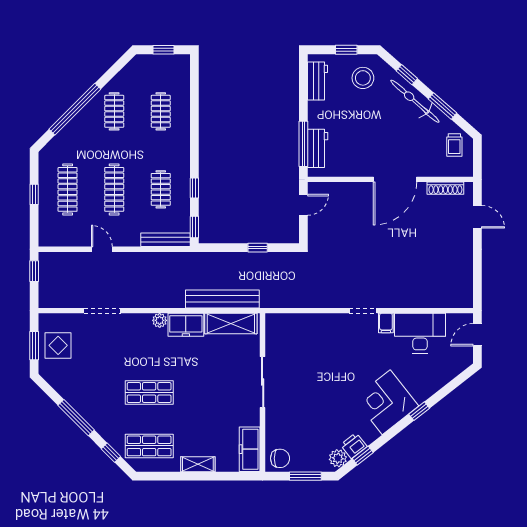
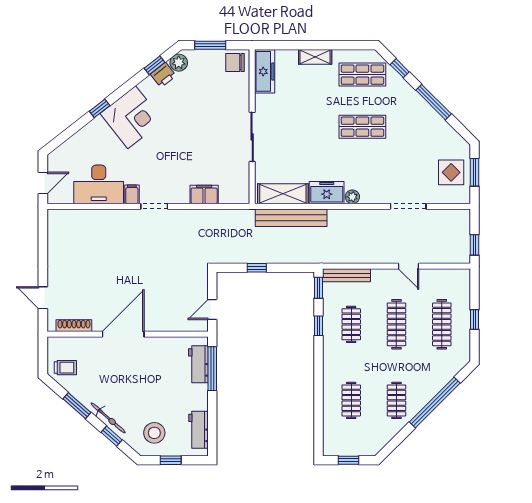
bicycle: (415, 101) -> (108, 418), width x0.73, depth x0.71
trolley: (454, 145) -> (65, 368), turned 90
filing cabinet: (312, 323) -> (204, 194), added

